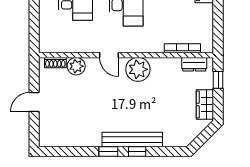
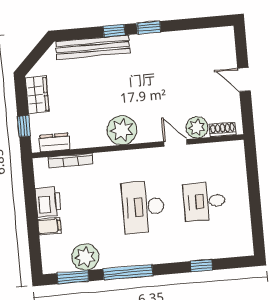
printer: (204, 16) -> (48, 202), added
door: (109, 55) -> (175, 143), moved
door: (34, 102) -> (244, 79), swing flipped
bench: (132, 139) -> (93, 47), moved

